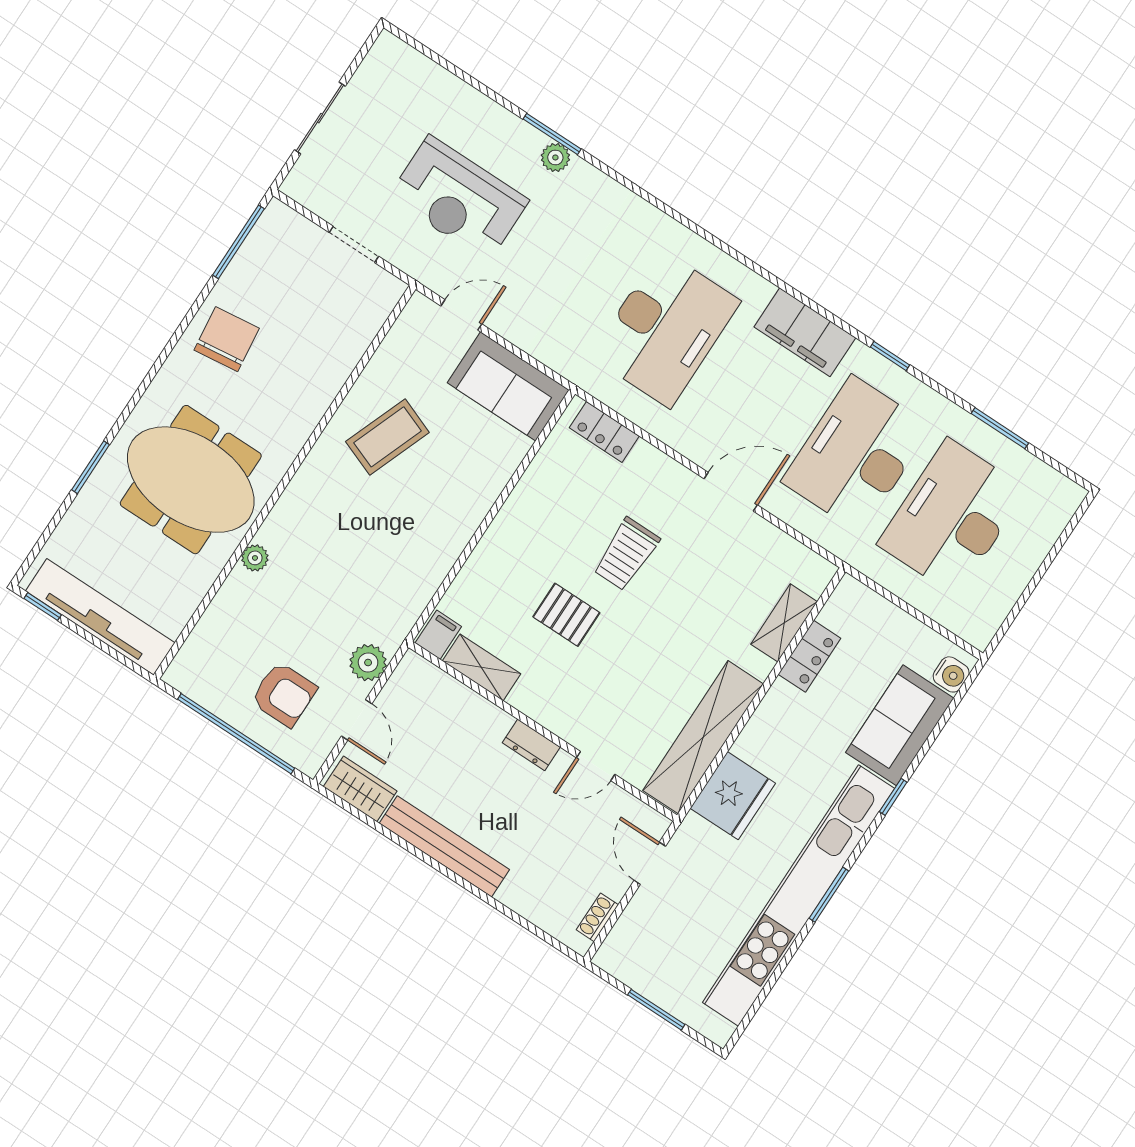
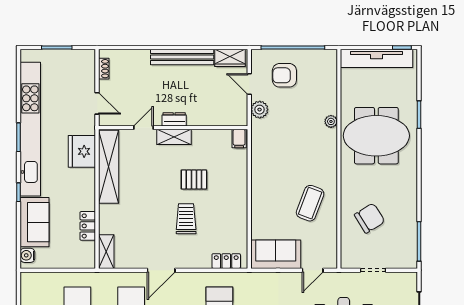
chair: (227, 339) -> (370, 218), moved, turned -115
shelving: (784, 623) -> (106, 252), moved
shelving: (482, 667) -> (174, 137), moved

